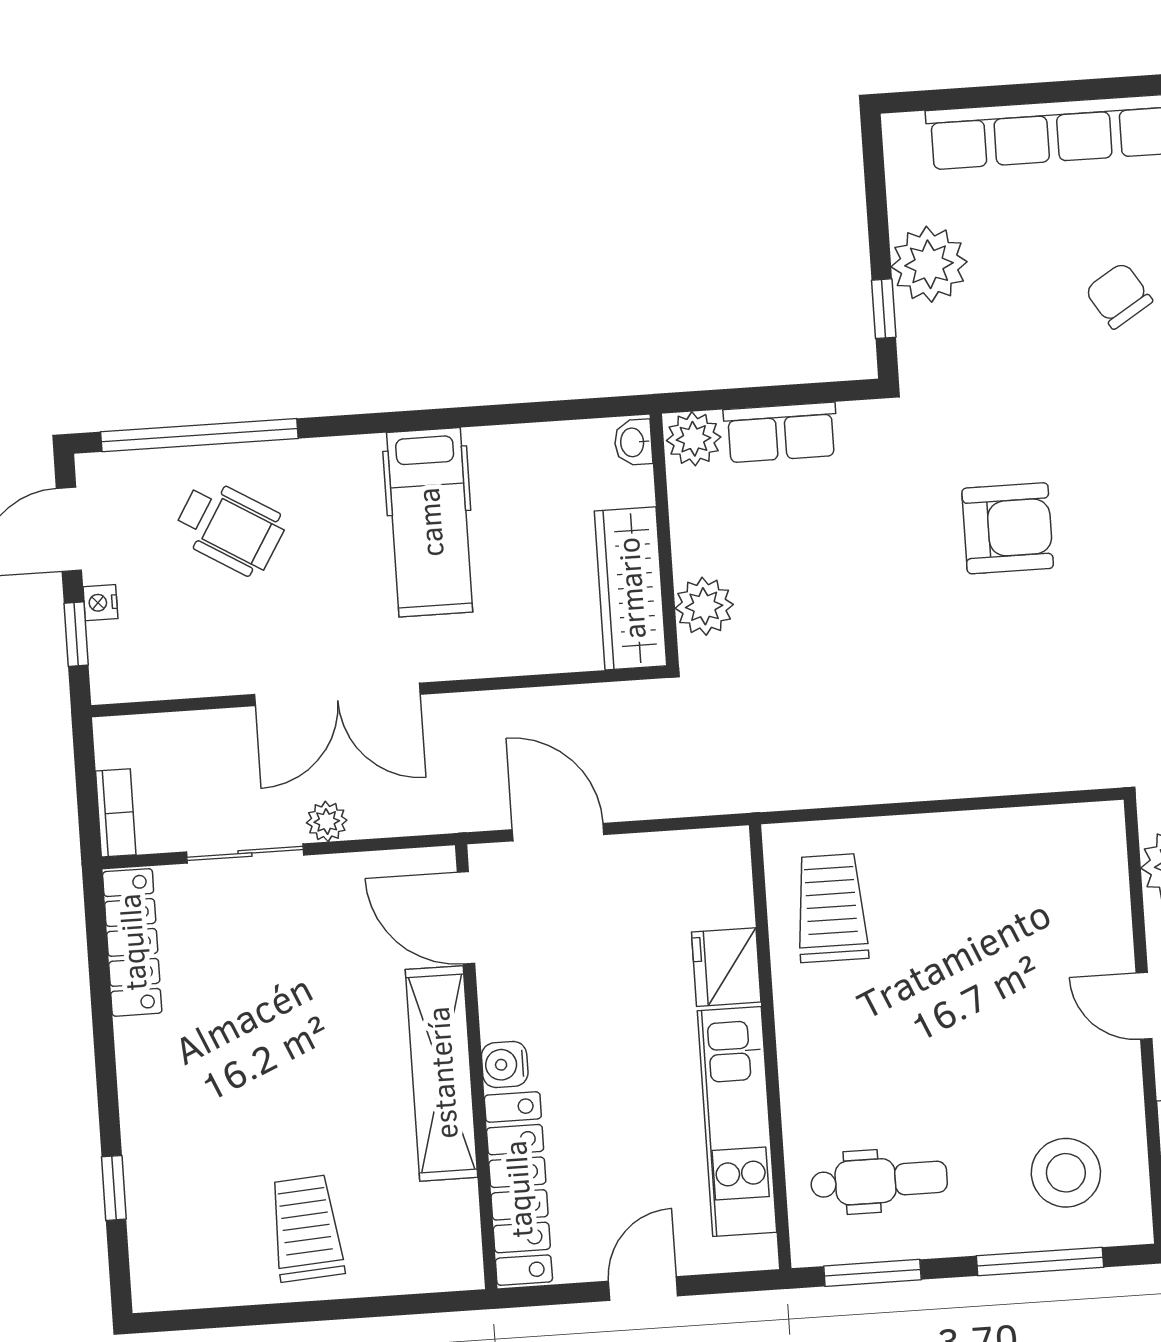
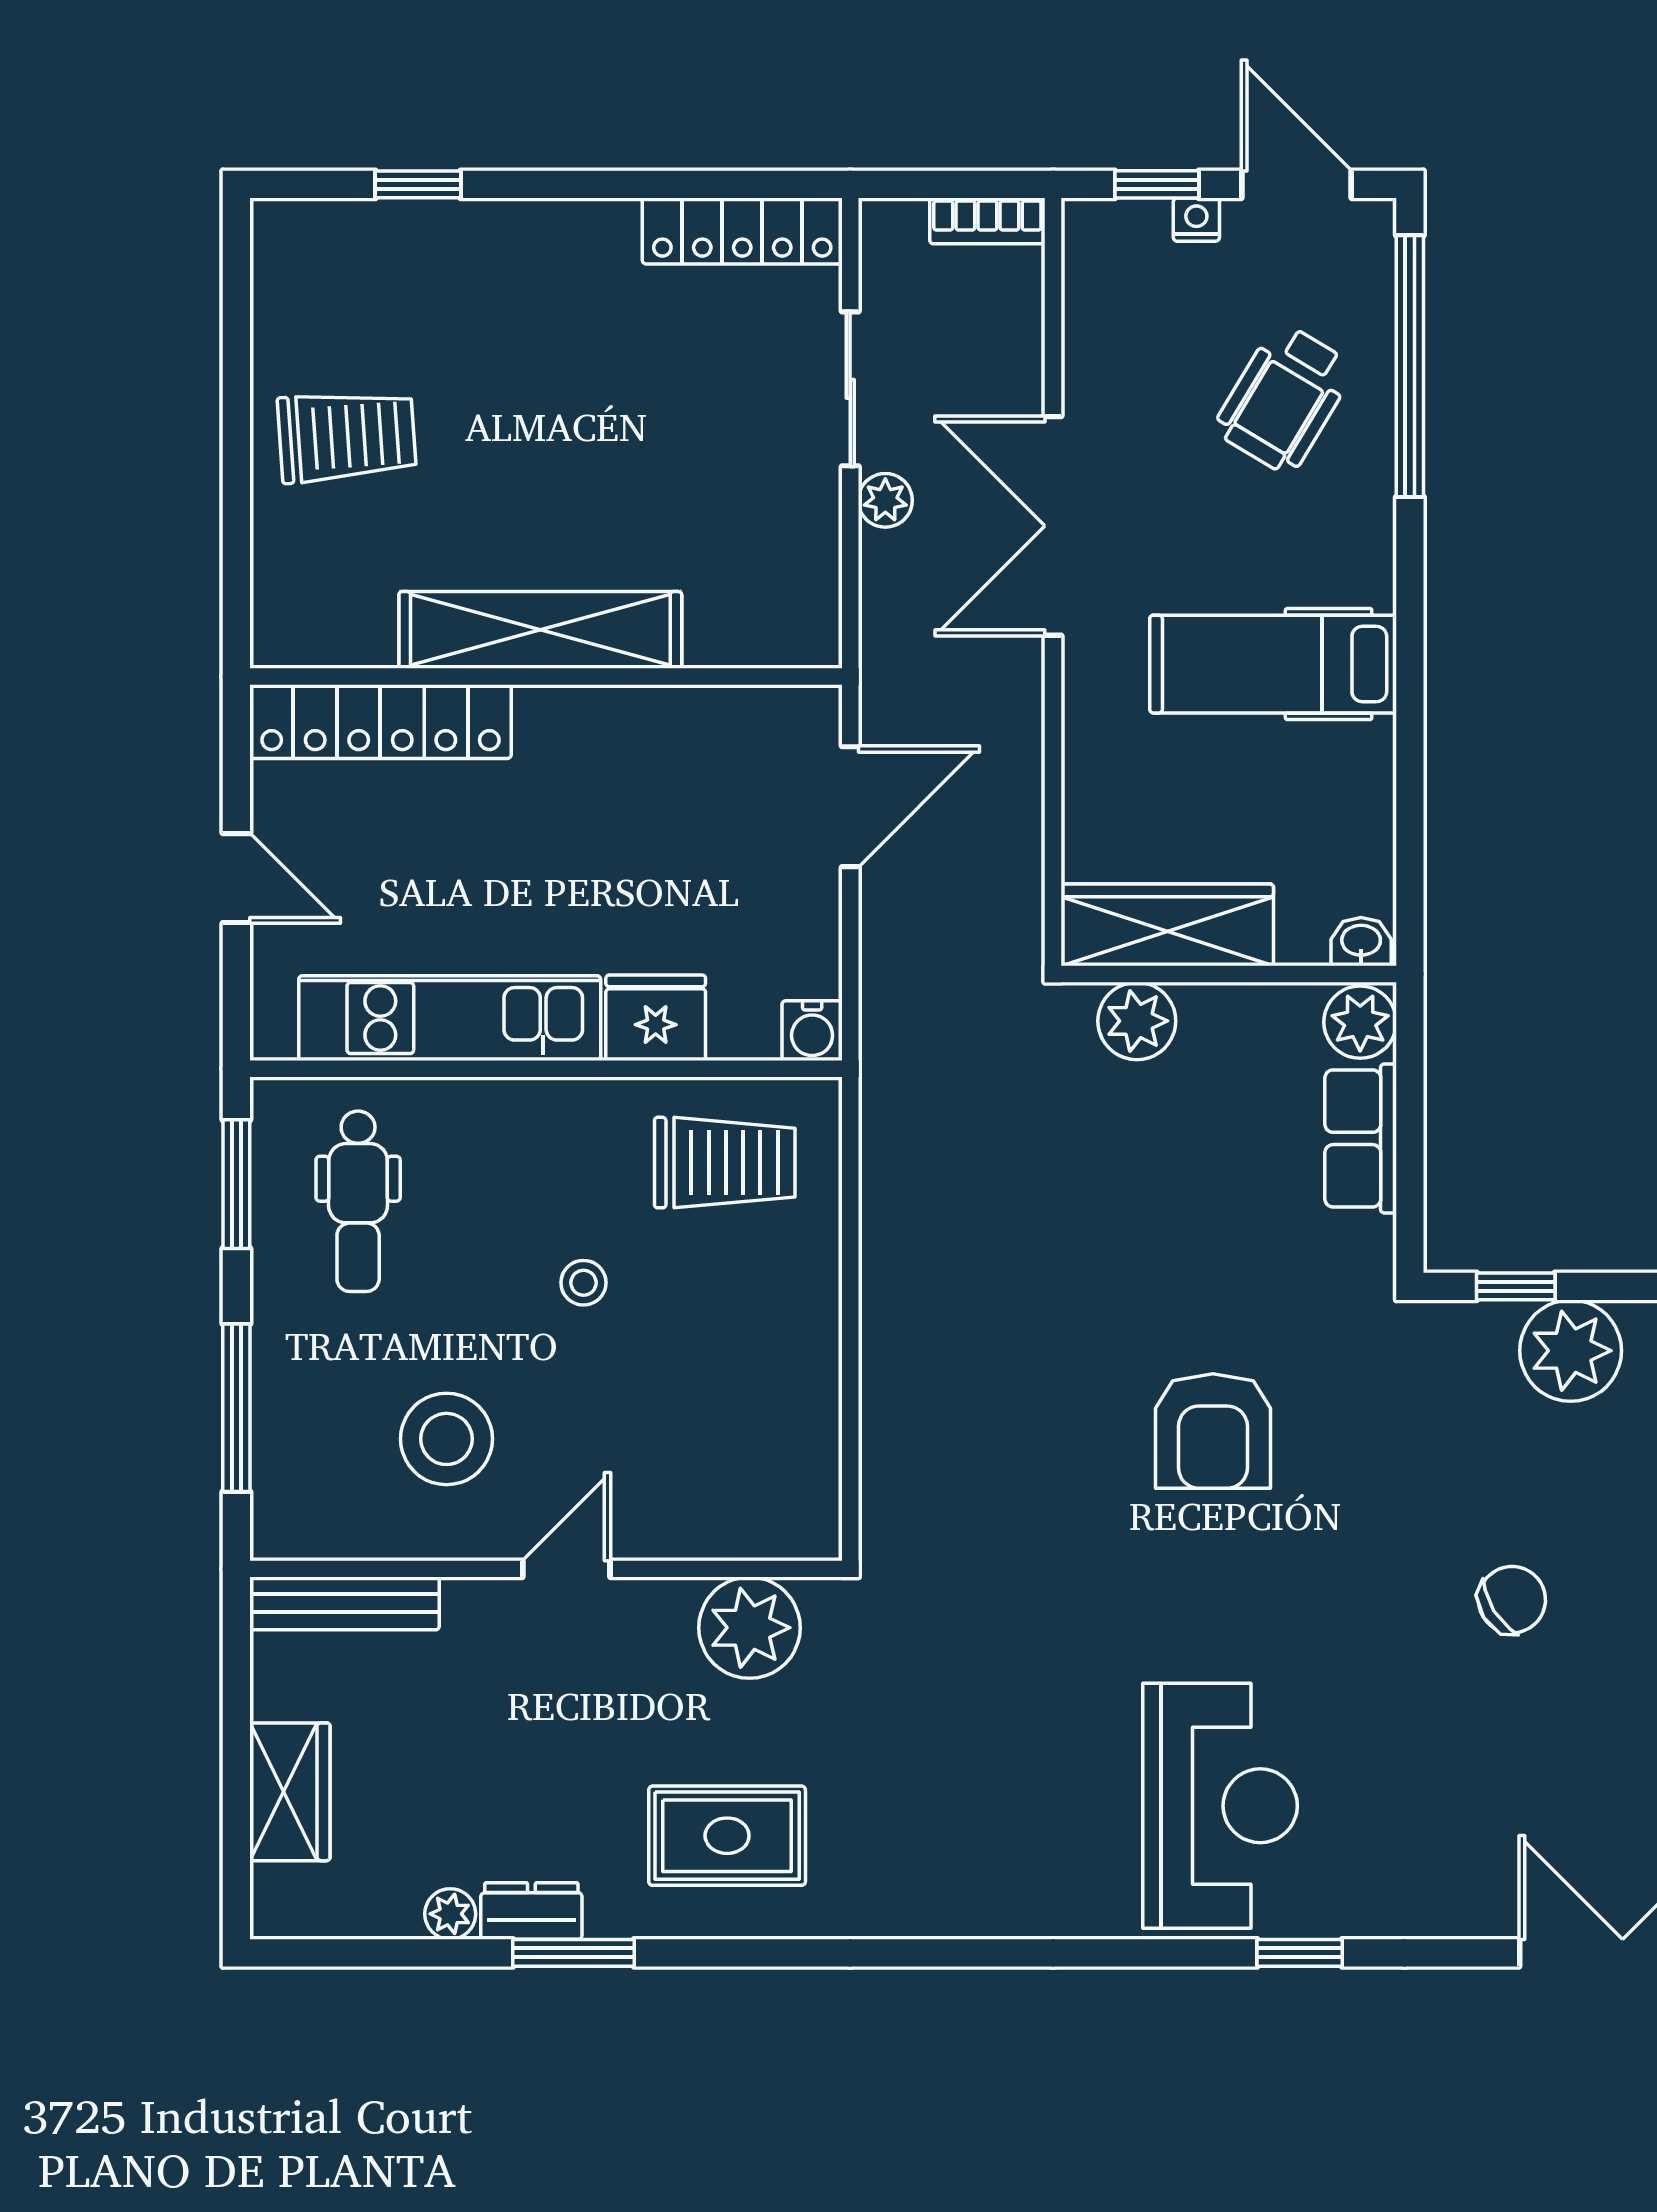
bookcase: (116, 813) -> (987, 221), moved
door: (466, 918) -> (745, 677), removed
stool: (929, 1008) -> (583, 1283), added
water cooler: (505, 1064) -> (812, 1031), moved, turned 180
stool: (1066, 1173) -> (446, 1439), moved

